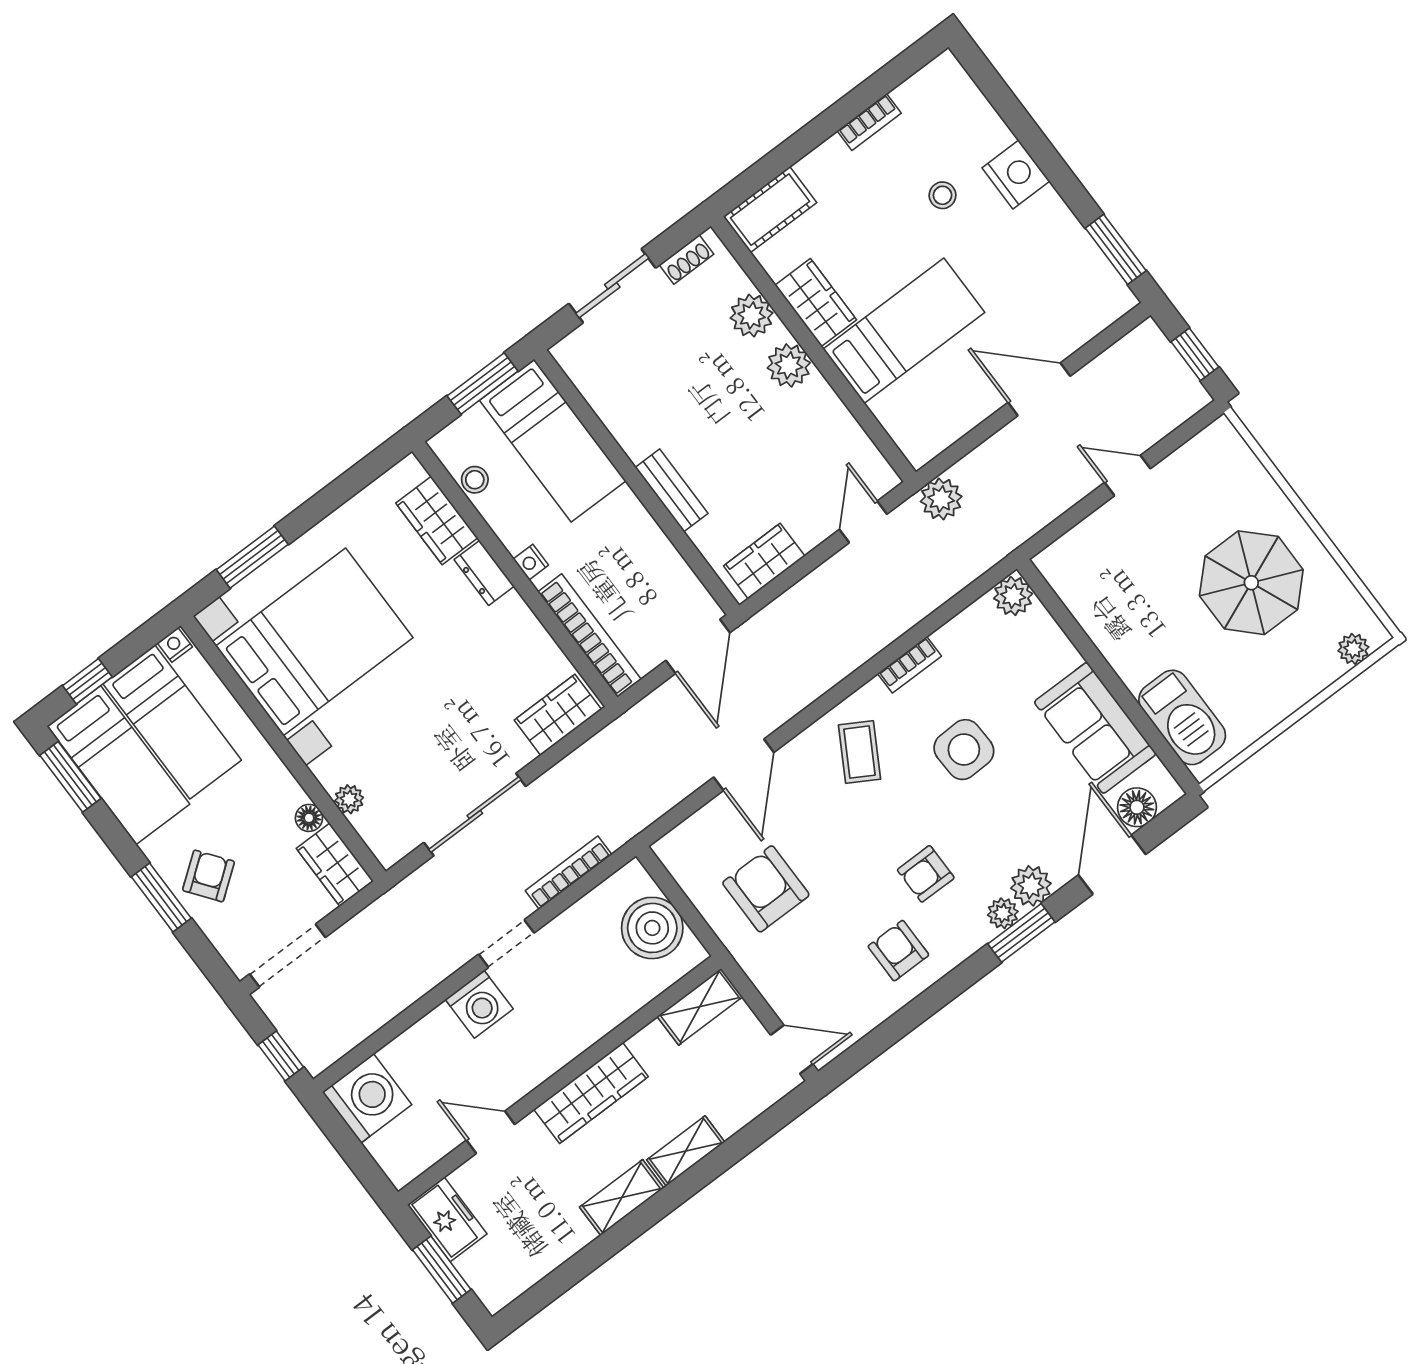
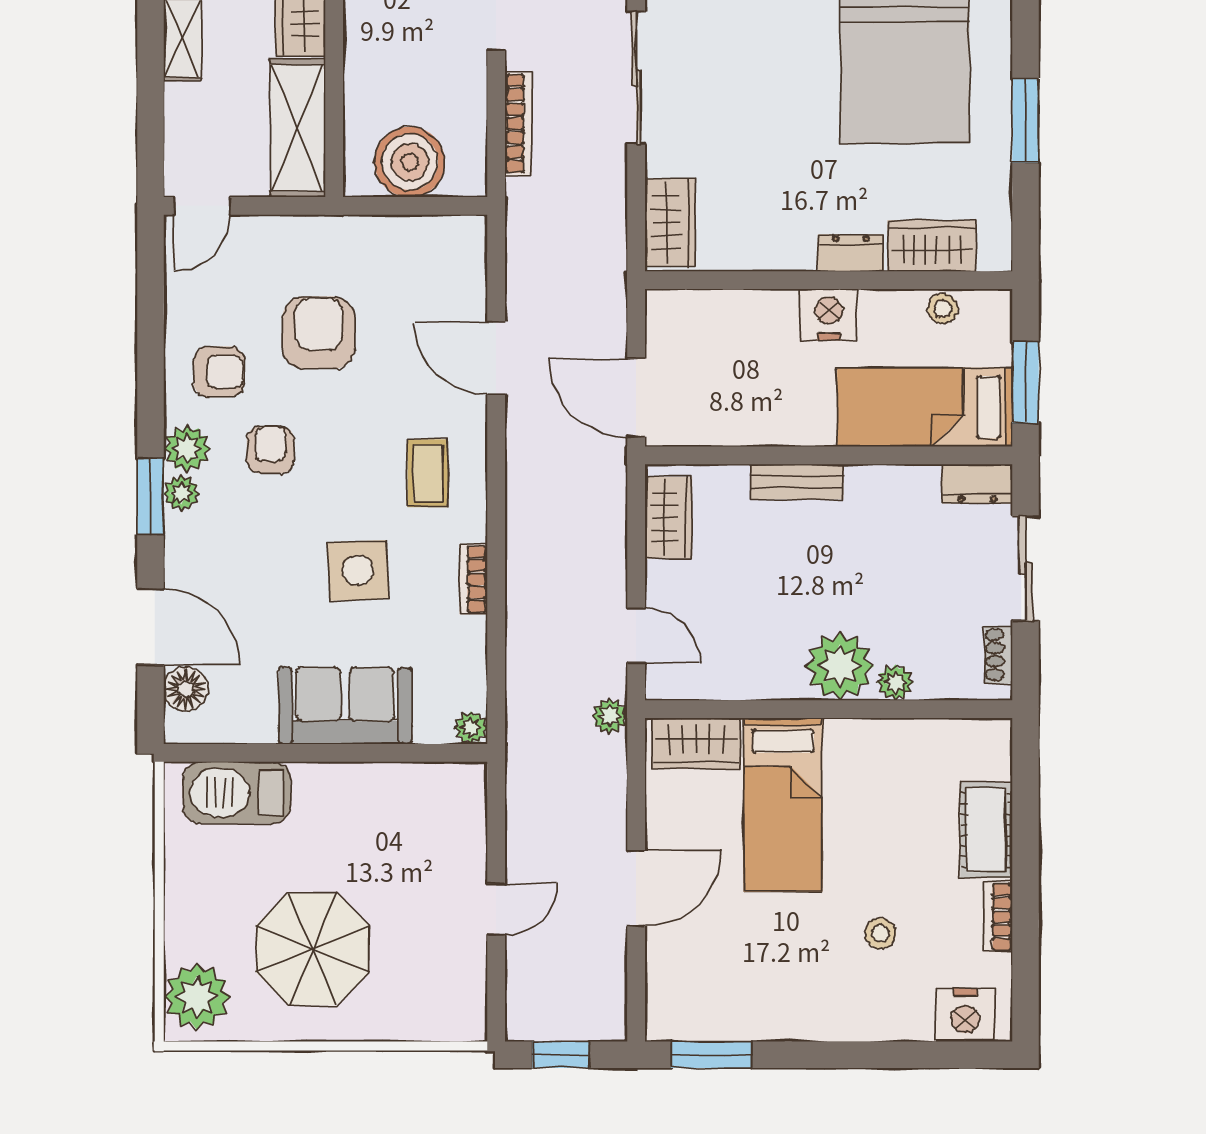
nightstand: (1016, 174) -> (965, 1015), moved
cot: (770, 210) -> (986, 830), moved
wardrobe: (816, 303) -> (696, 743), moved
plant: (752, 316) -> (895, 682), width x0.73, depth x0.73
dresser: (579, 364) -> (977, 484), added
plant: (789, 365) -> (840, 666), width x1.36, depth x1.36
plant: (941, 499) -> (610, 716), width x0.73, depth x0.73
window: (252, 557) -> (1026, 121), moved
nightstand: (531, 562) -> (829, 315), width x1.89, depth x1.79
plant: (1013, 596) -> (471, 728), width x0.73, depth x0.73
bookcase: (590, 636) -> (721, 306), removed
plant: (1353, 649) -> (197, 997), width x1.88, depth x1.88
sofa: (1095, 728) -> (345, 706), moved
coffee table: (860, 752) -> (428, 473), turned 60
plant: (1031, 886) -> (187, 448), moved
armchair: (766, 889) -> (319, 333), moved, turned -90
shelving: (700, 1007) -> (298, 128), width x1.50, depth x1.33

